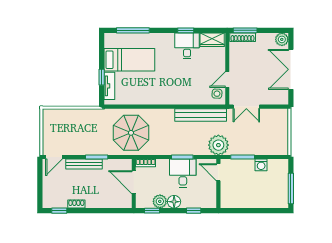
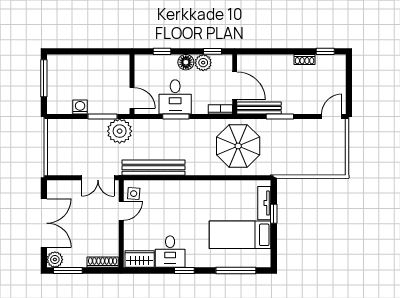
window: (186, 30) -> (184, 271), moved
window: (245, 30) -> (68, 271), moved
double door: (246, 107) -> (98, 178), swing flipped
plant: (218, 145) -> (120, 131), moved
bench: (84, 164) -> (259, 108), moved

